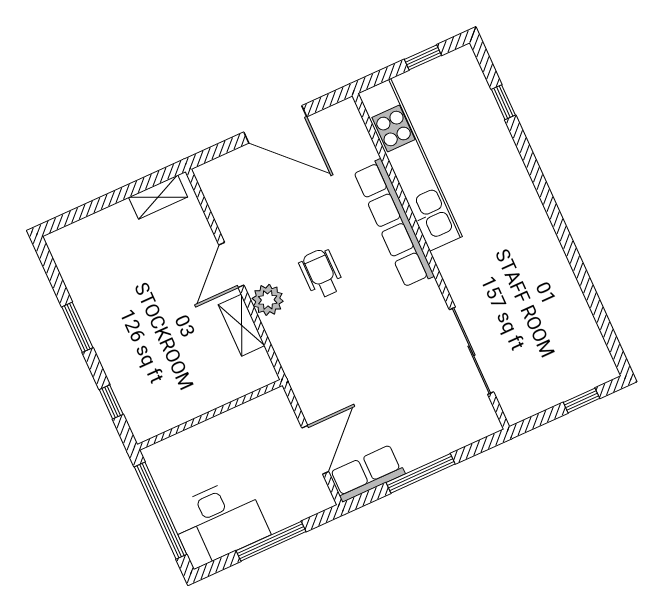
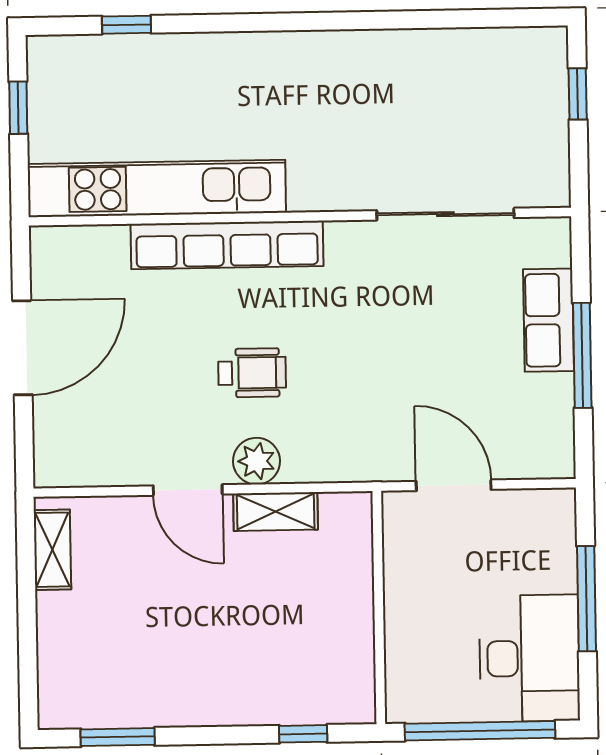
wheelchair: (321, 273) -> (252, 373), turned 180
window: (77, 327) -> (118, 737), moved
door: (315, 450) -> (454, 485), moved
row of seats: (367, 473) -> (549, 320), moved

